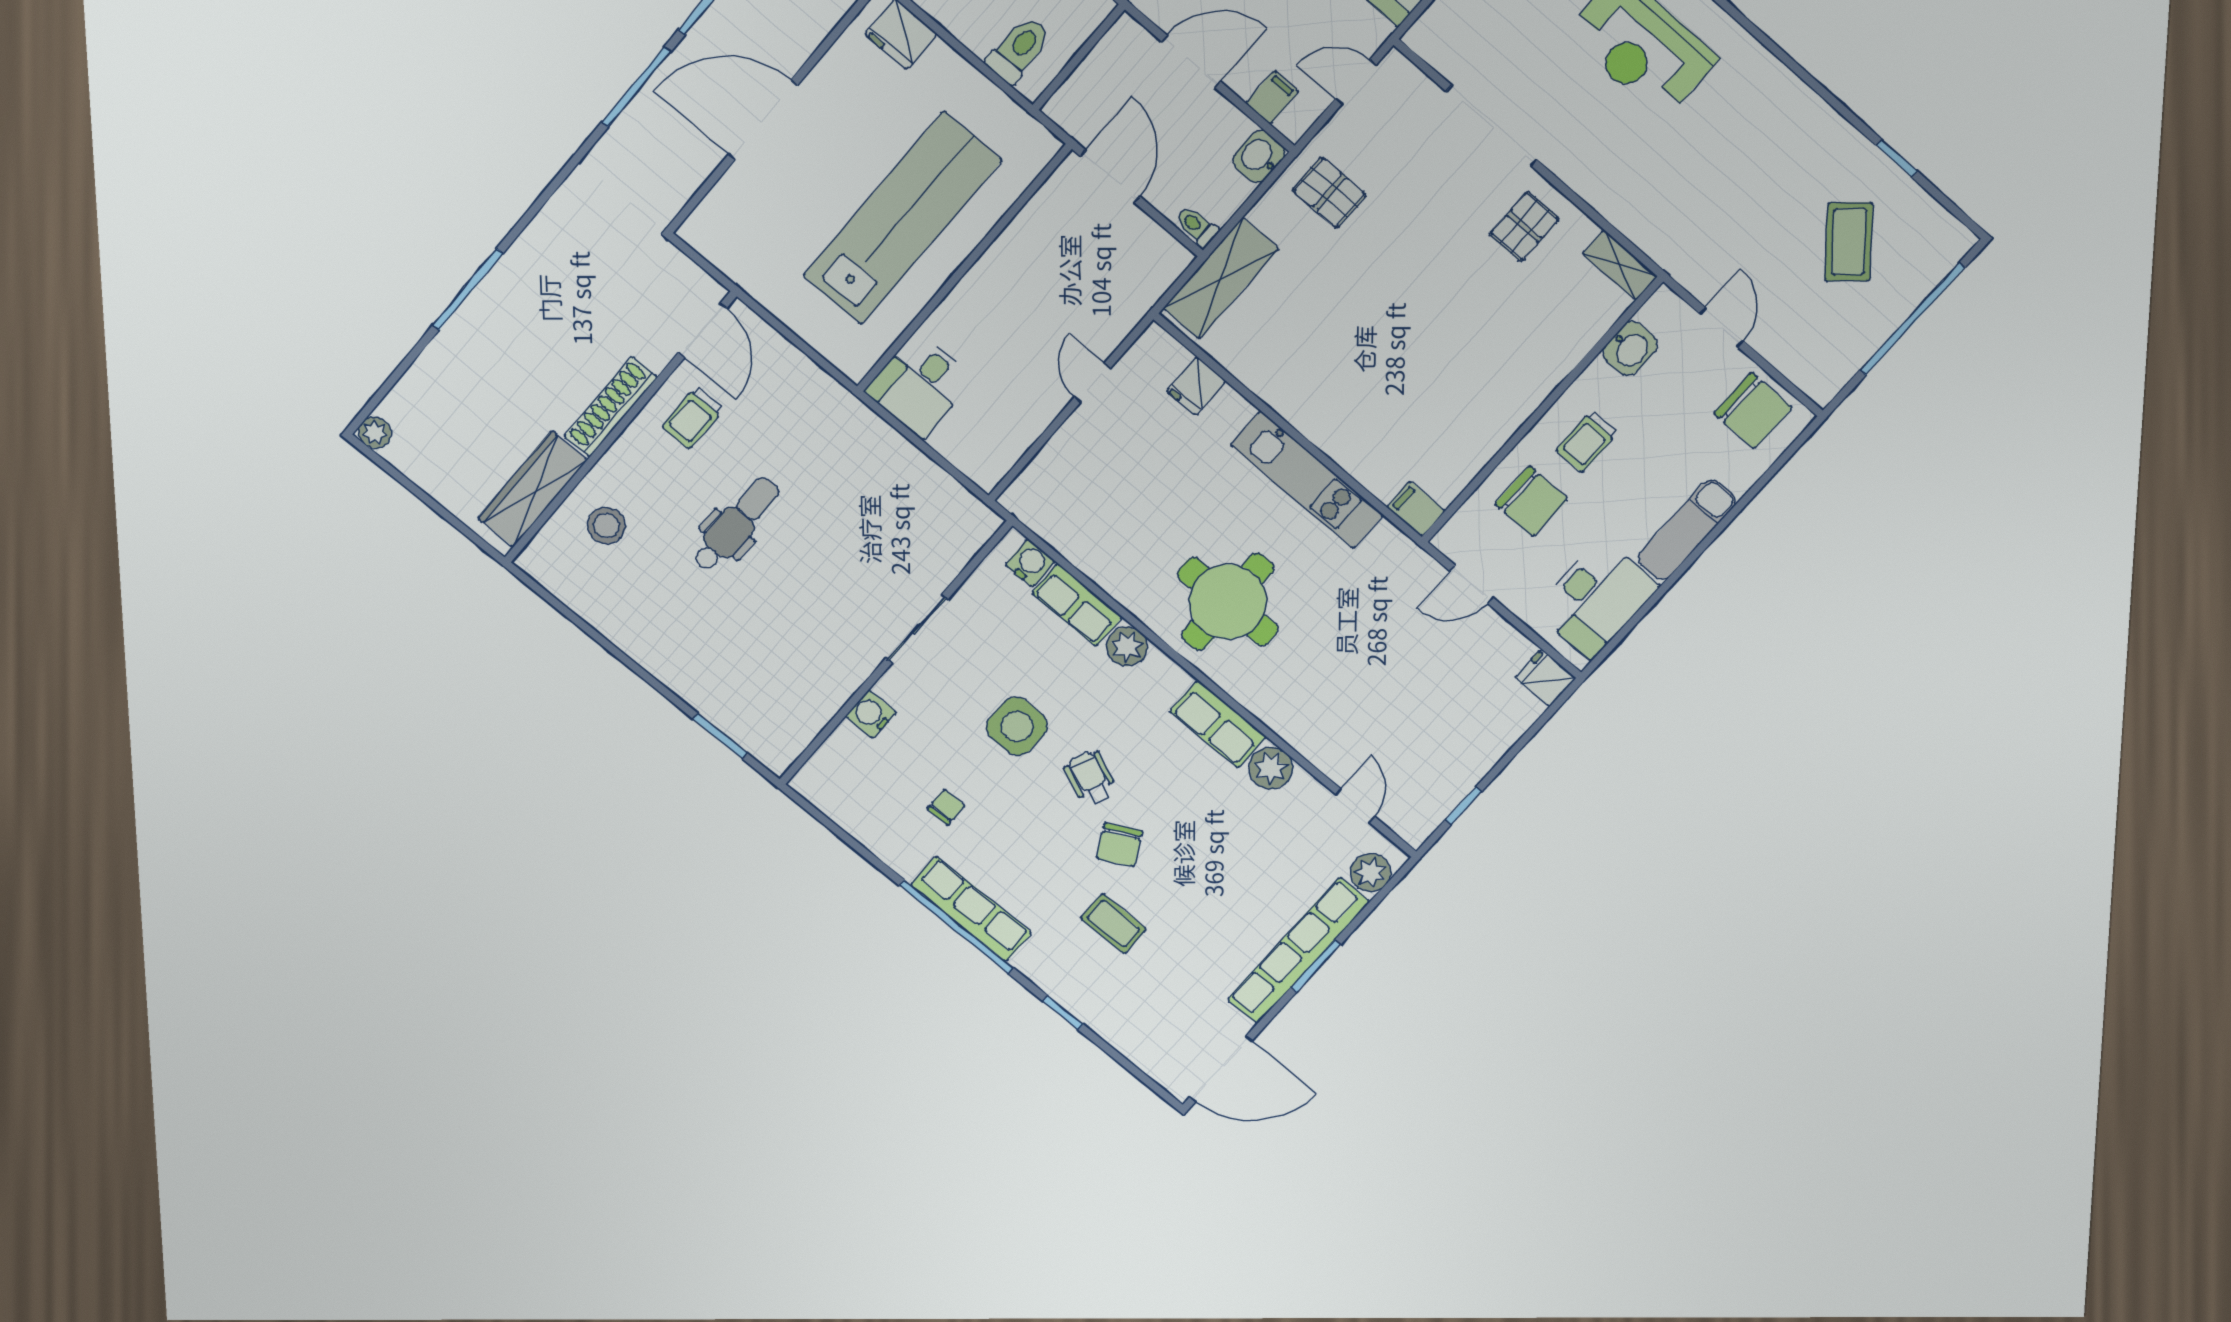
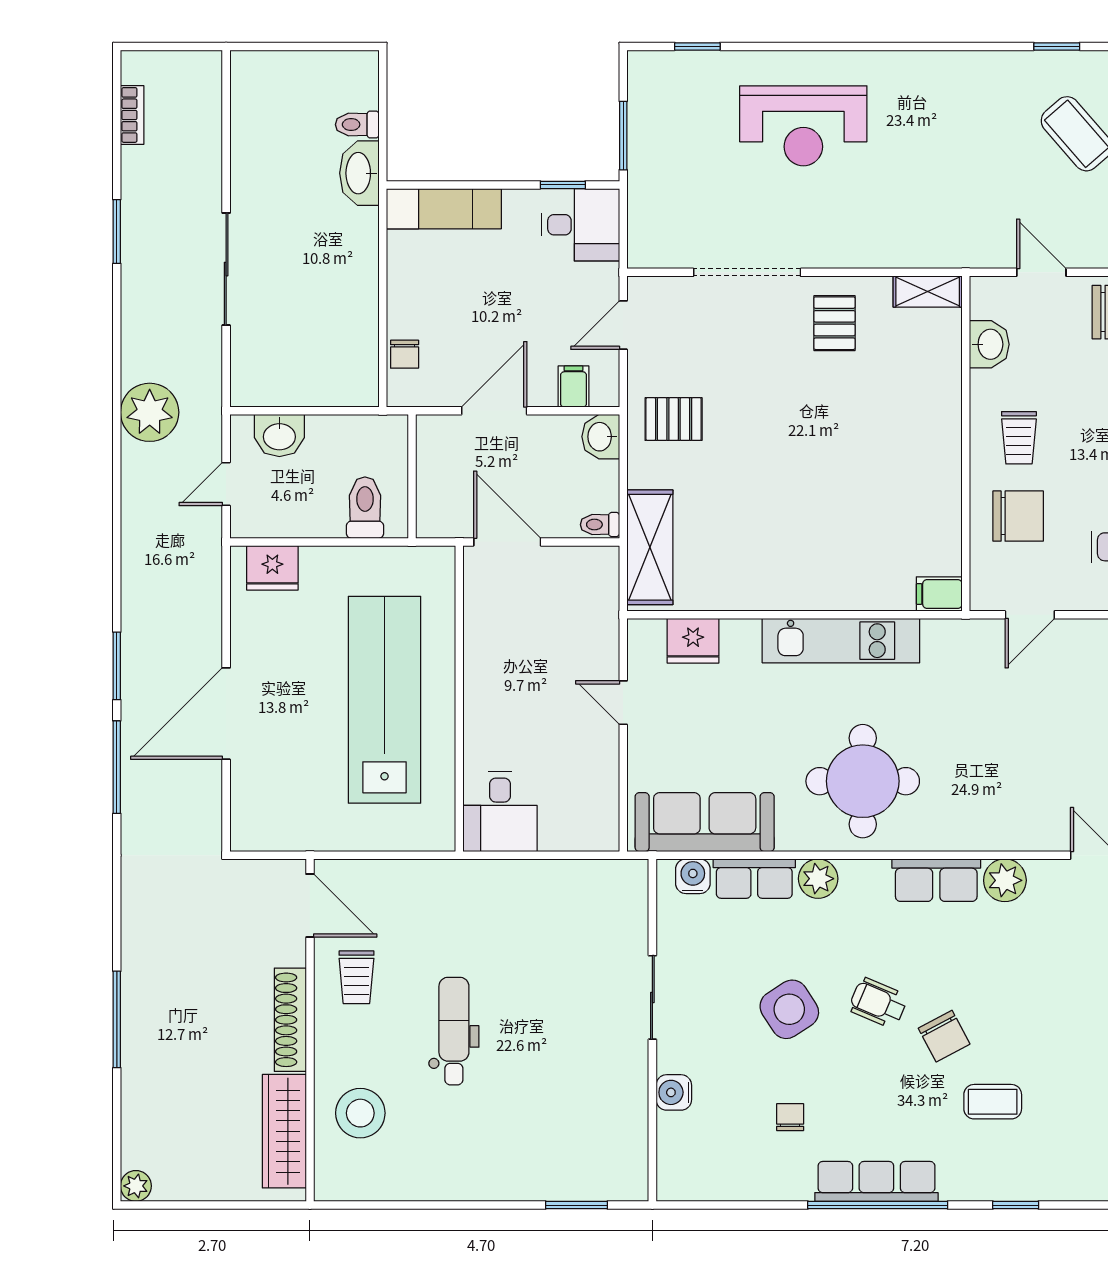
fridge: (1196, 386) -> (693, 641), width x1.38
stool: (606, 525) -> (360, 1113), width x1.38, depth x1.38
sofa: (1076, 529) -> (705, 822), added
side table: (1017, 726) -> (789, 1009), turned -33

